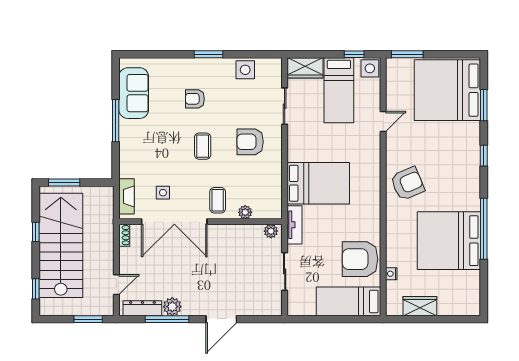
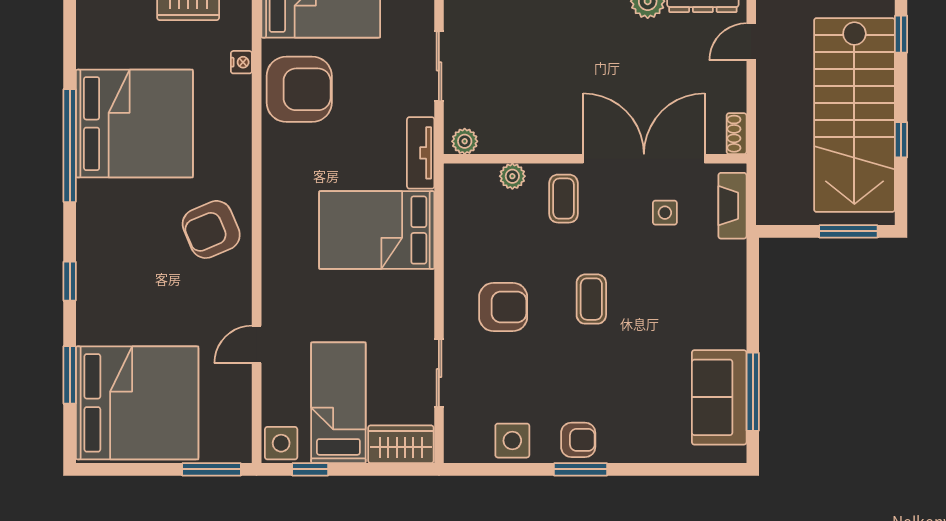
armchair: (195, 99) -> (578, 440), moved
window: (116, 121) -> (753, 392), moved

